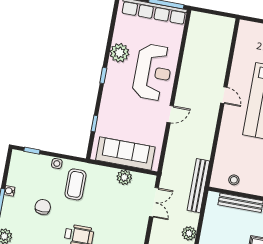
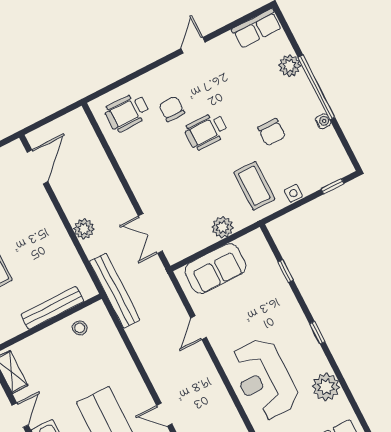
plant: (119, 53) -> (326, 387), moved
door: (170, 114) -> (199, 328), moved
sofa: (125, 154) -> (215, 269), width x0.73
plant: (124, 177) -> (222, 227), moved

